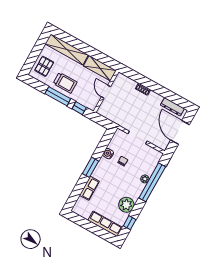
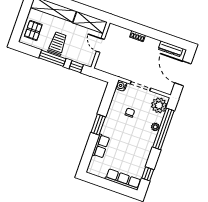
trolley: (65, 83) -> (57, 44), turned -90
water cooler: (108, 154) -> (121, 86), moved
plant: (126, 205) -> (159, 105), moved

